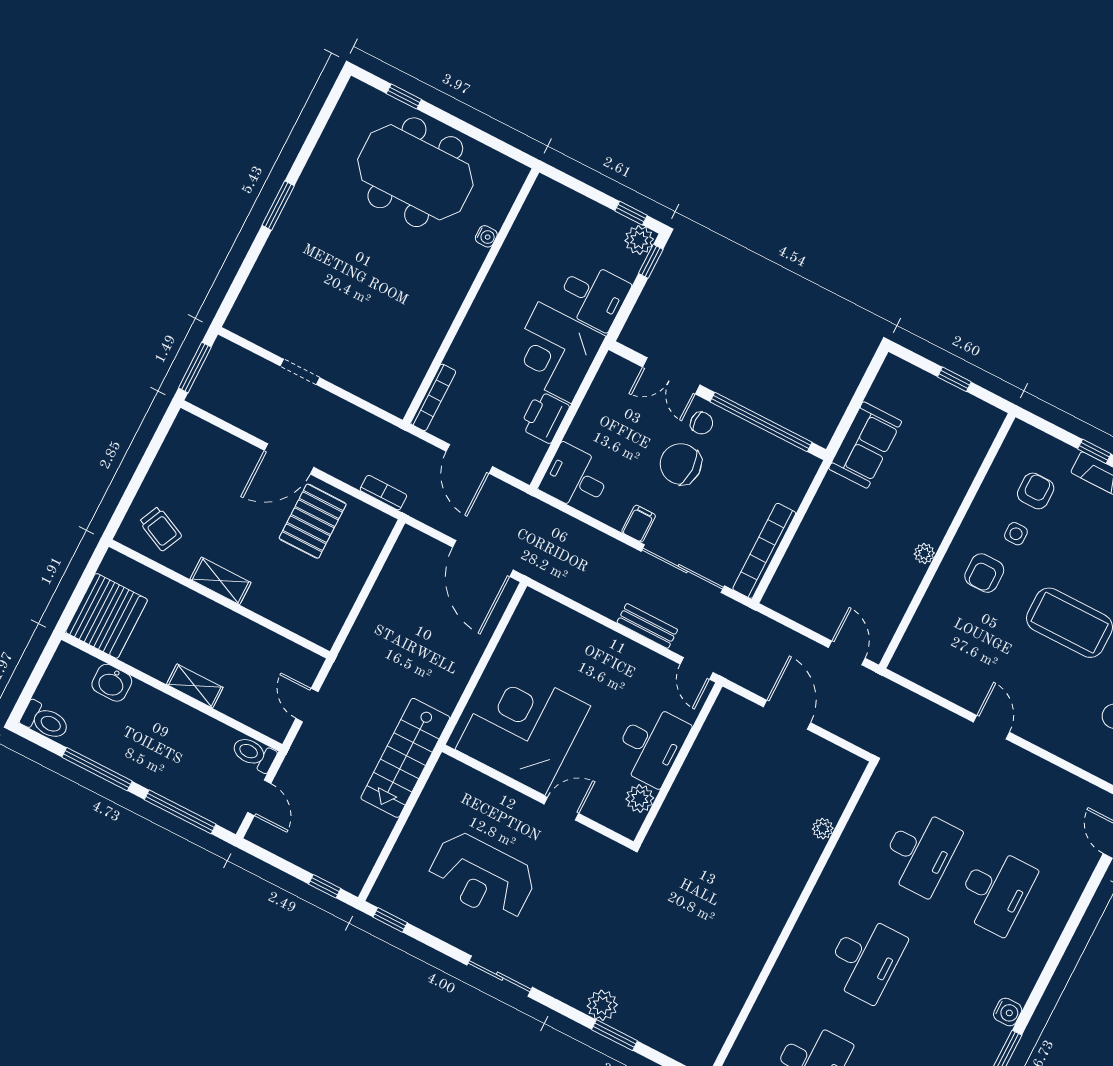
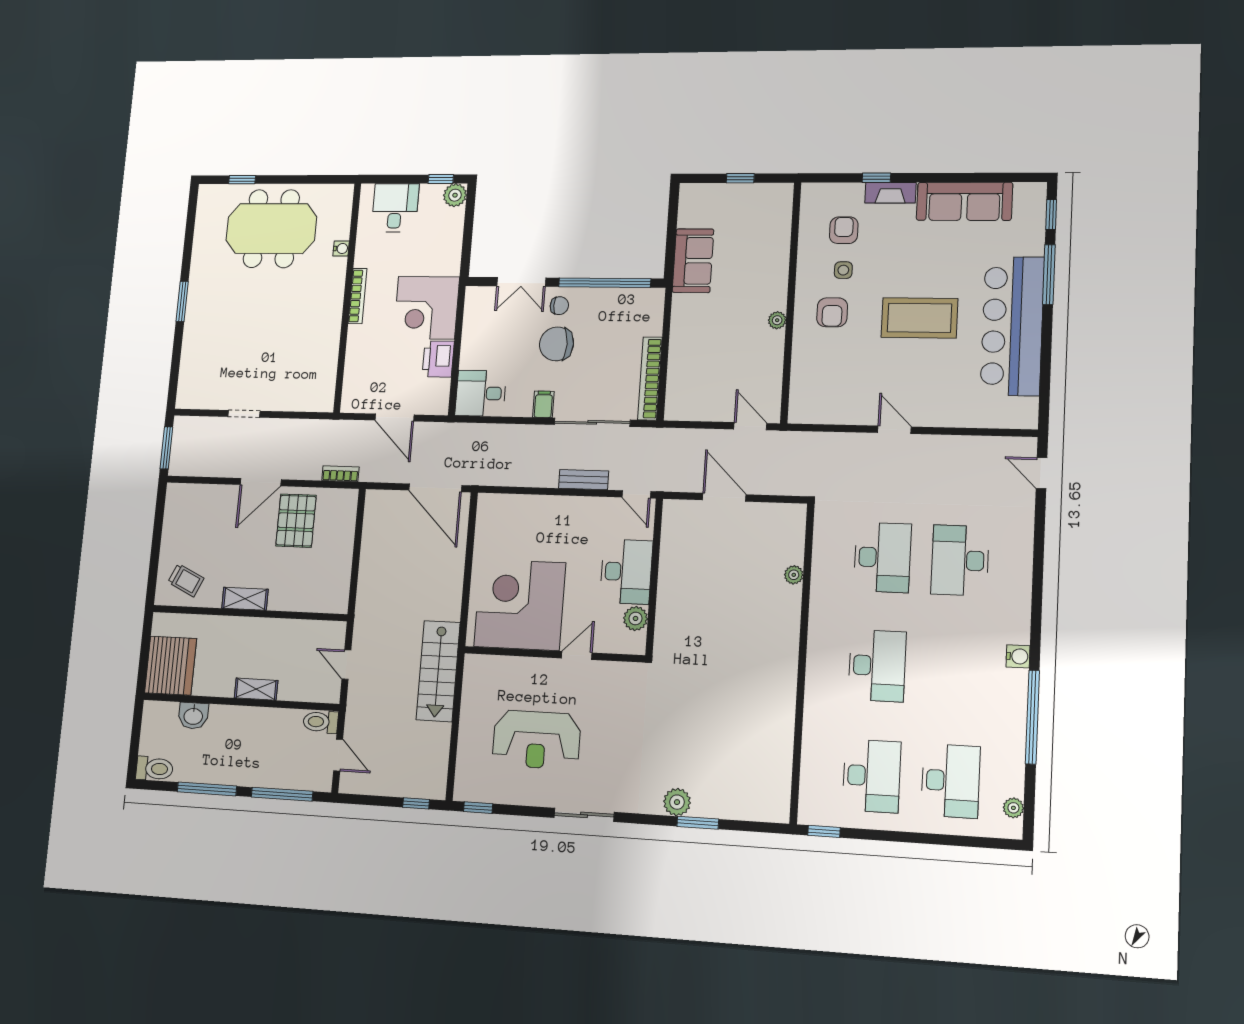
window: (651, 261) -> (470, 206), removed
desk: (593, 296) -> (395, 208), moved, turned -90
bookcase: (433, 397) -> (357, 296), moved
desk: (995, 891) -> (960, 560), turned 180

